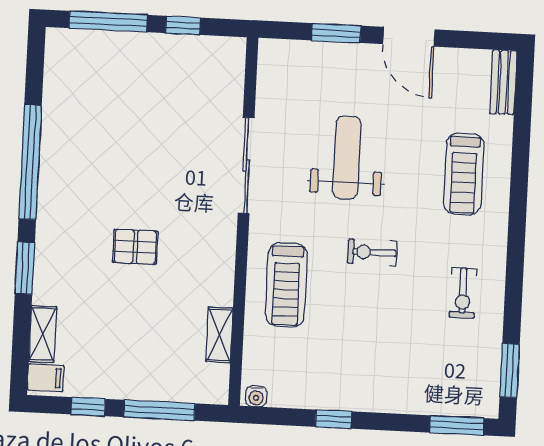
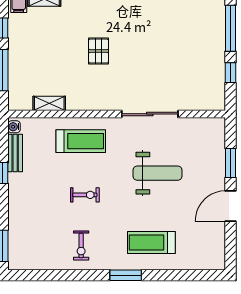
bench: (503, 82) -> (15, 153), moved, turned 90
exercise bike: (372, 252) -> (85, 195), moved, turned 90
treadmill: (286, 285) -> (81, 141), turned 180
exercise bike: (463, 293) -> (81, 245), turned -90
window: (510, 371) -> (126, 275), moved

